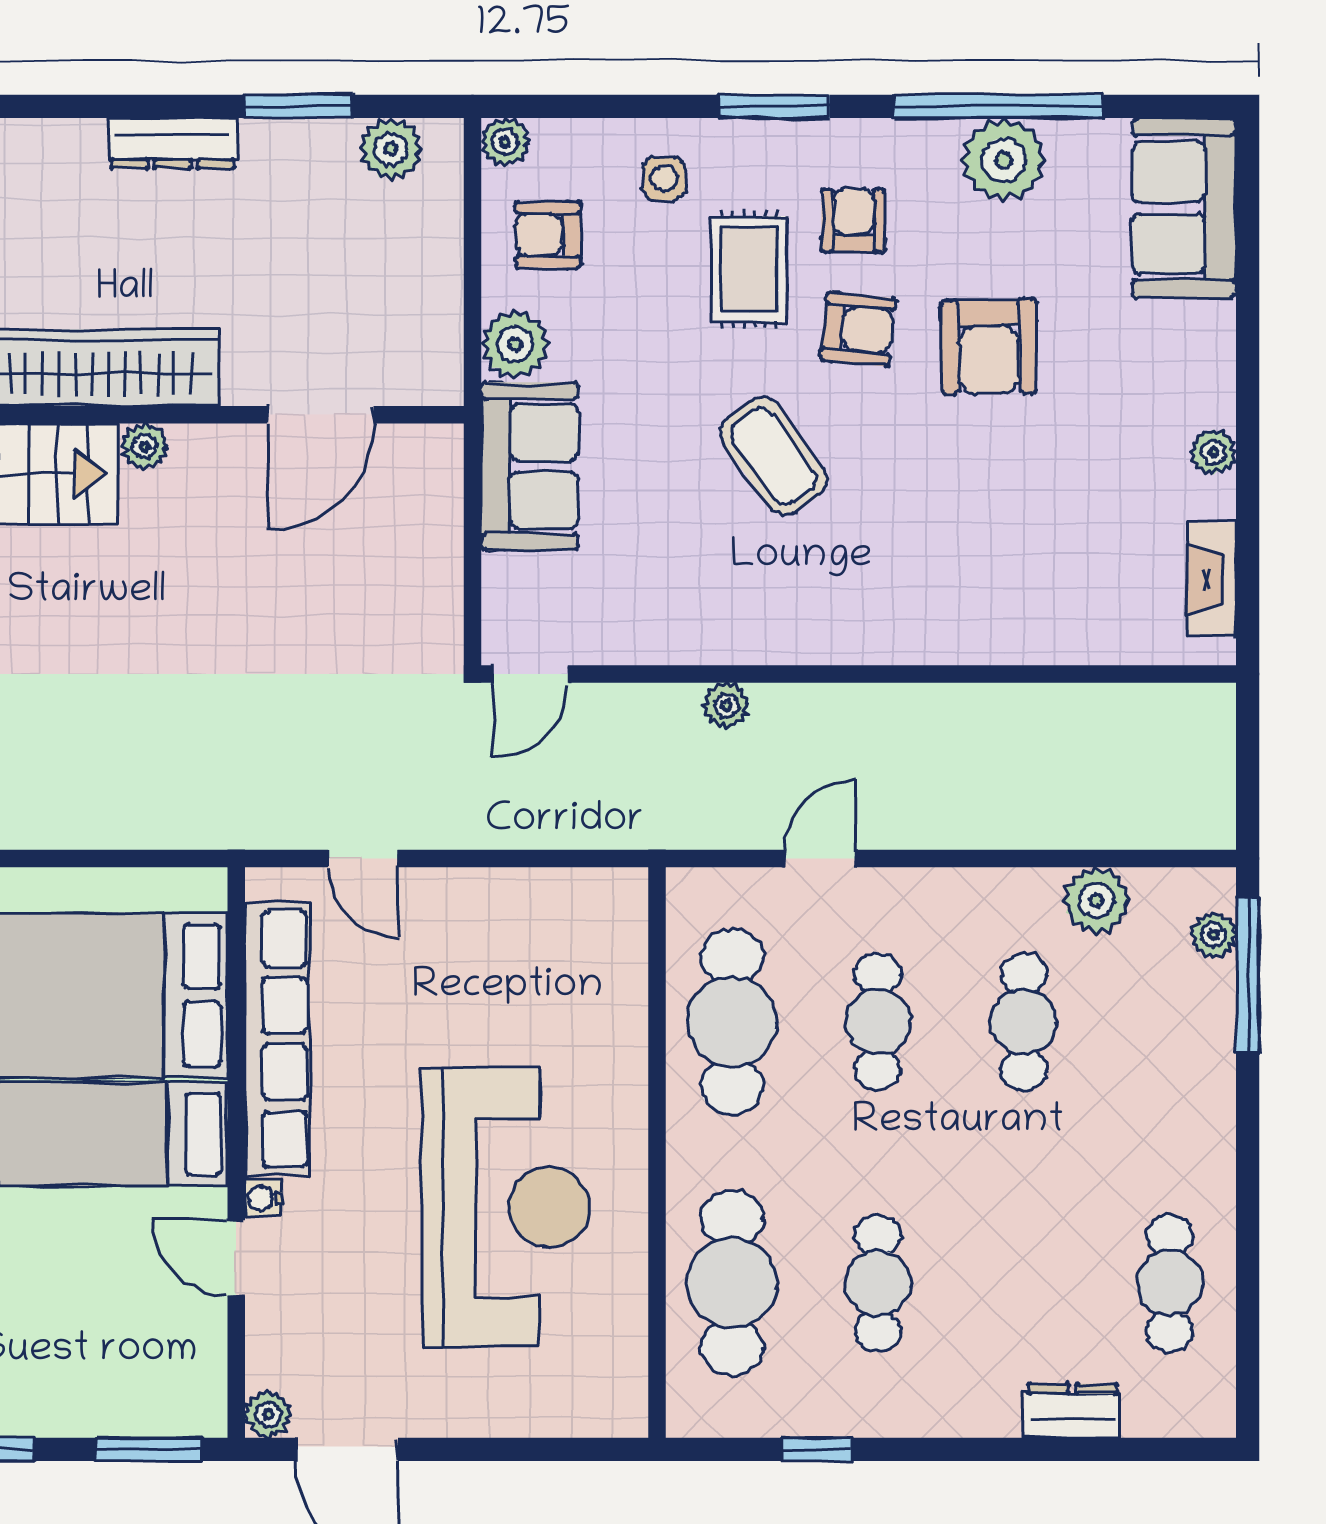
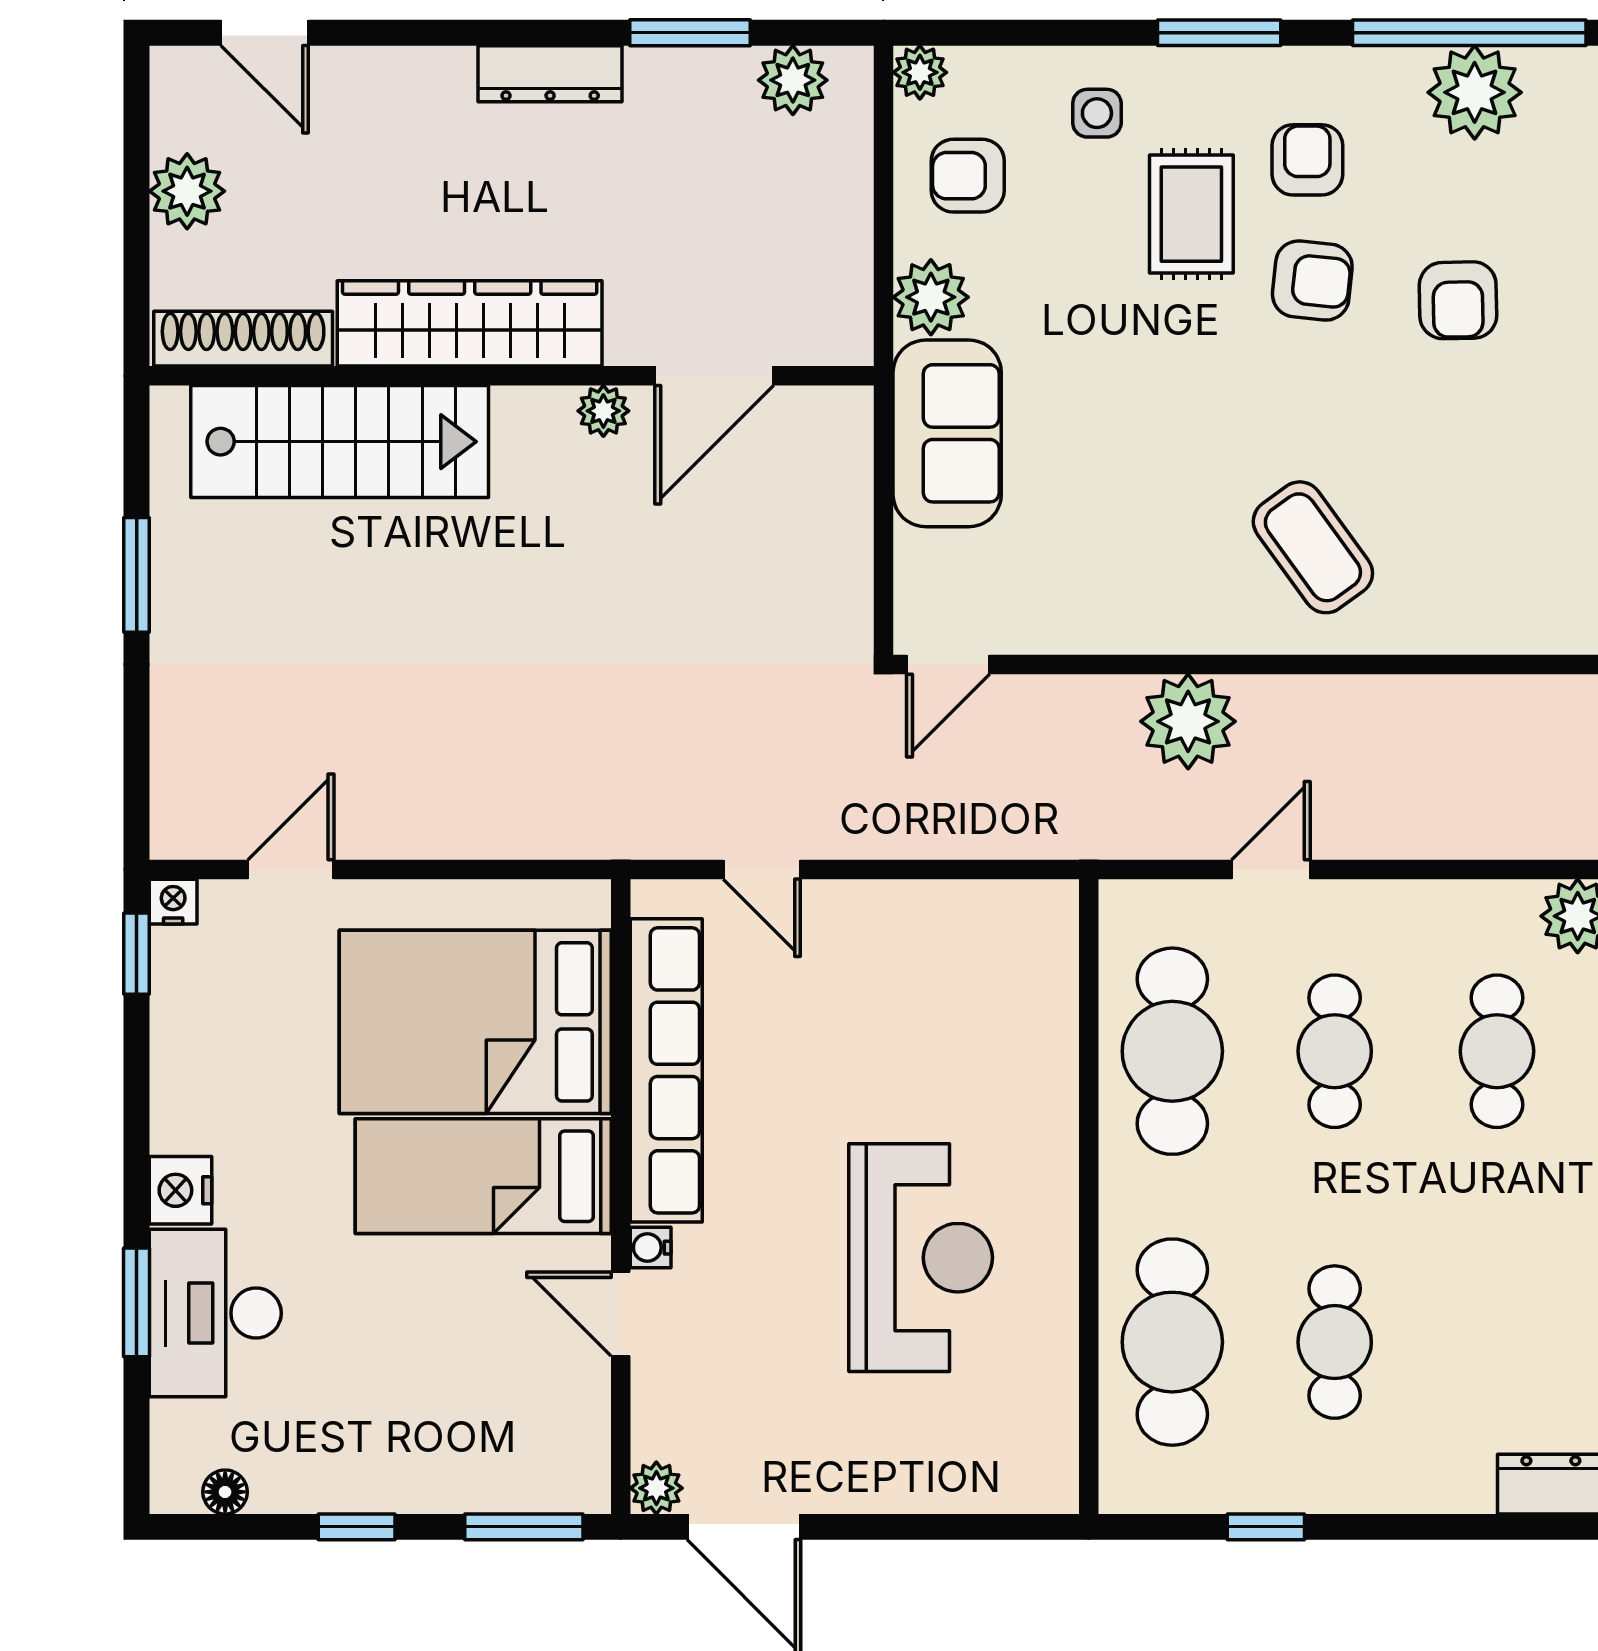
armchair: (989, 347) -> (1458, 300), width x0.72, depth x0.72
plant: (145, 446) -> (603, 411), moved
coffee table: (774, 456) -> (1313, 547), moved
plant: (726, 705) -> (1188, 721), width x1.88, depth x1.88
reception desk: (506, 1207) -> (921, 1258), width x0.74, depth x0.77

